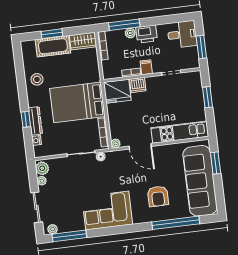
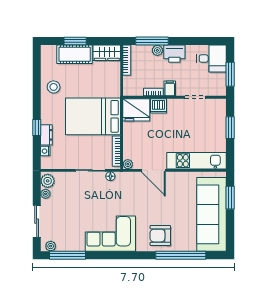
dresser: (35, 121) -> (46, 135), width x0.70
armchair: (158, 196) -> (160, 236), moved, turned 90

